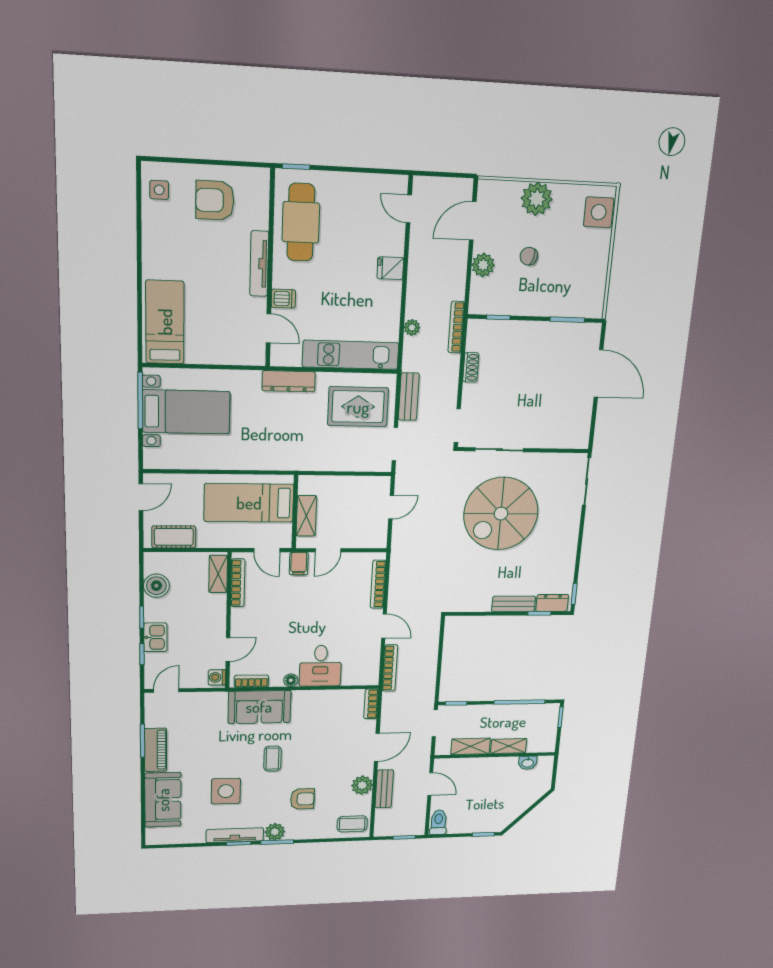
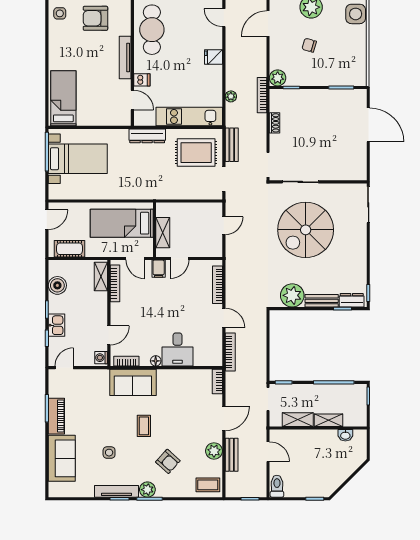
plant: (483, 265) -> (278, 78), moved
plant: (476, 597) -> (292, 295), added
side table: (226, 791) -> (109, 453), width x0.54, depth x0.54
armchair: (302, 799) -> (168, 461), turned 42

